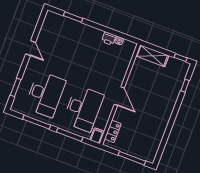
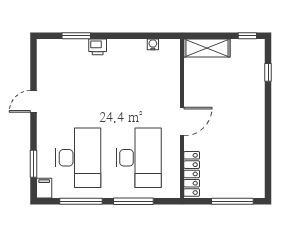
printer: (109, 38) -> (98, 47), moved
door: (31, 48) -> (33, 101), swing flipped
door: (119, 96) -> (182, 122), hinge flipped
locker: (113, 131) -> (192, 174), width x1.53
filing cabinet: (97, 136) -> (44, 188), moved

